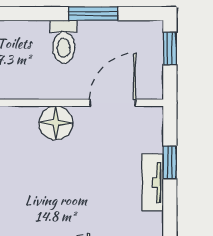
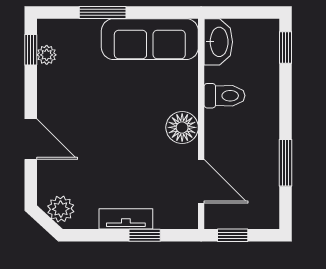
toilet: (64, 42) -> (224, 96), moved, turned 180
window: (170, 48) -> (233, 235), moved

